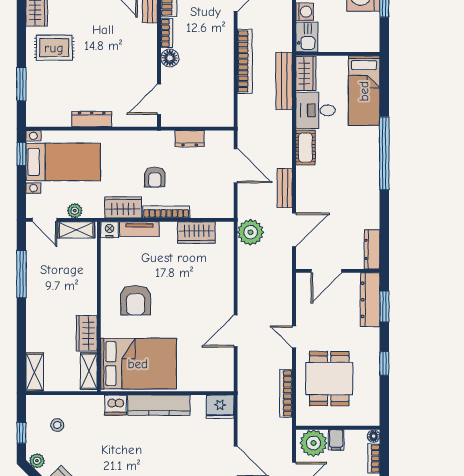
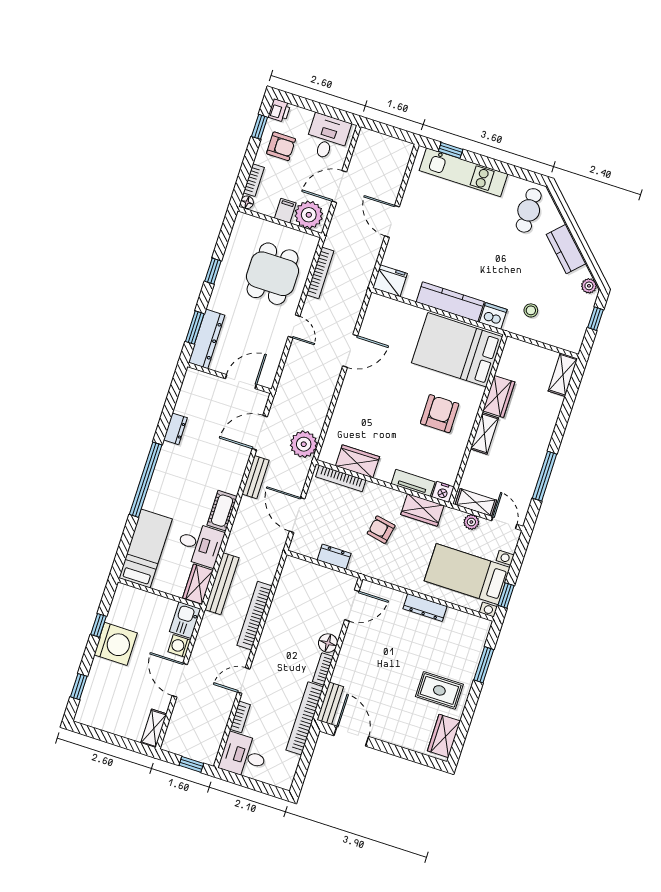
armchair: (155, 177) -> (381, 530), turned -79
bookcase: (166, 212) -> (341, 478), moved
dresser: (372, 249) -> (175, 429), moved, width x0.70
shelving: (89, 371) -> (485, 433), moved
stool: (57, 425) -> (531, 310), moved

